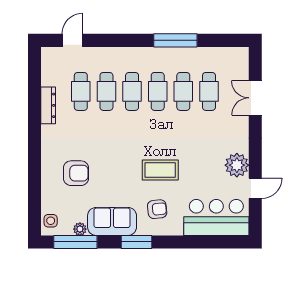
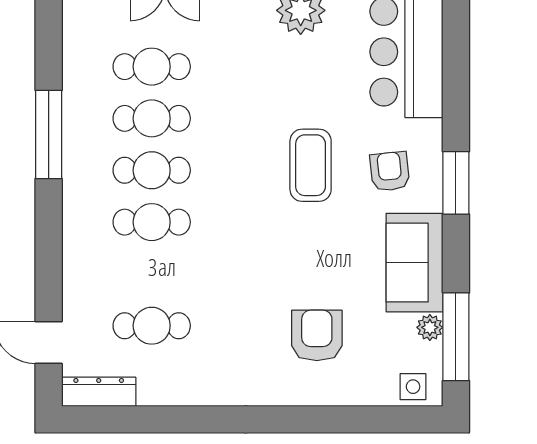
cafe table: (106, 91) -> (152, 274), removed
dresser: (48, 105) -> (99, 392), moved
window: (136, 242) -> (456, 183), moved

